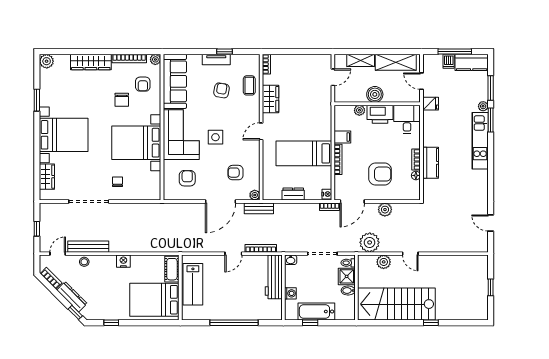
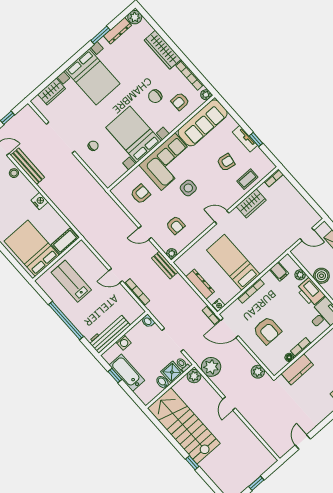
dresser: (45, 84) -> (118, 31), added
filing cabinet: (342, 137) -> (279, 271), moved
kitchen counter: (431, 163) -> (297, 369), moved
armchair: (235, 173) -> (176, 225), turned 180
dresser: (293, 194) -> (200, 284), width x1.44
door: (220, 201) -> (145, 233), width x0.53
plant: (385, 210) -> (258, 372), moved
plant: (384, 262) -> (194, 376), moved
workbench: (274, 277) -> (109, 333), moved
lab bench: (193, 284) -> (71, 281), moved, turned 90

